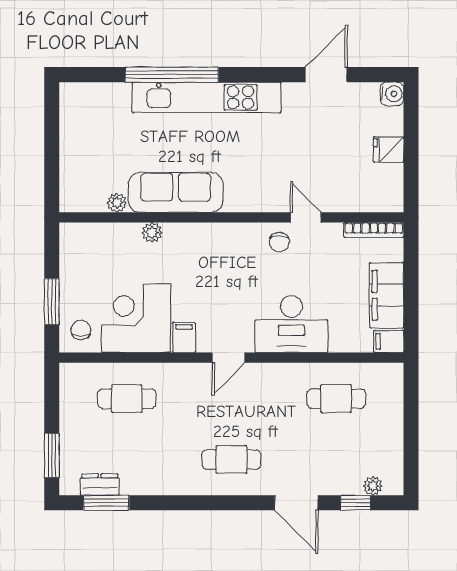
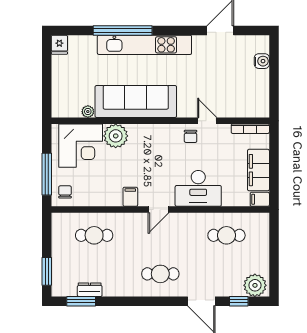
water cooler: (392, 94) -> (262, 61), moved
fridge: (389, 150) -> (59, 45), moved, turned -90
sofa: (176, 192) -> (136, 102), width x1.36, depth x1.27
plant: (152, 232) -> (116, 136), width x1.87, depth x1.87
window: (52, 302) -> (47, 174), width x1.44
corner desk: (136, 318) -> (81, 146), moved, turned 180
dresser: (100, 485) -> (90, 290), moved
plant: (373, 486) -> (255, 285), width x1.87, depth x1.87

